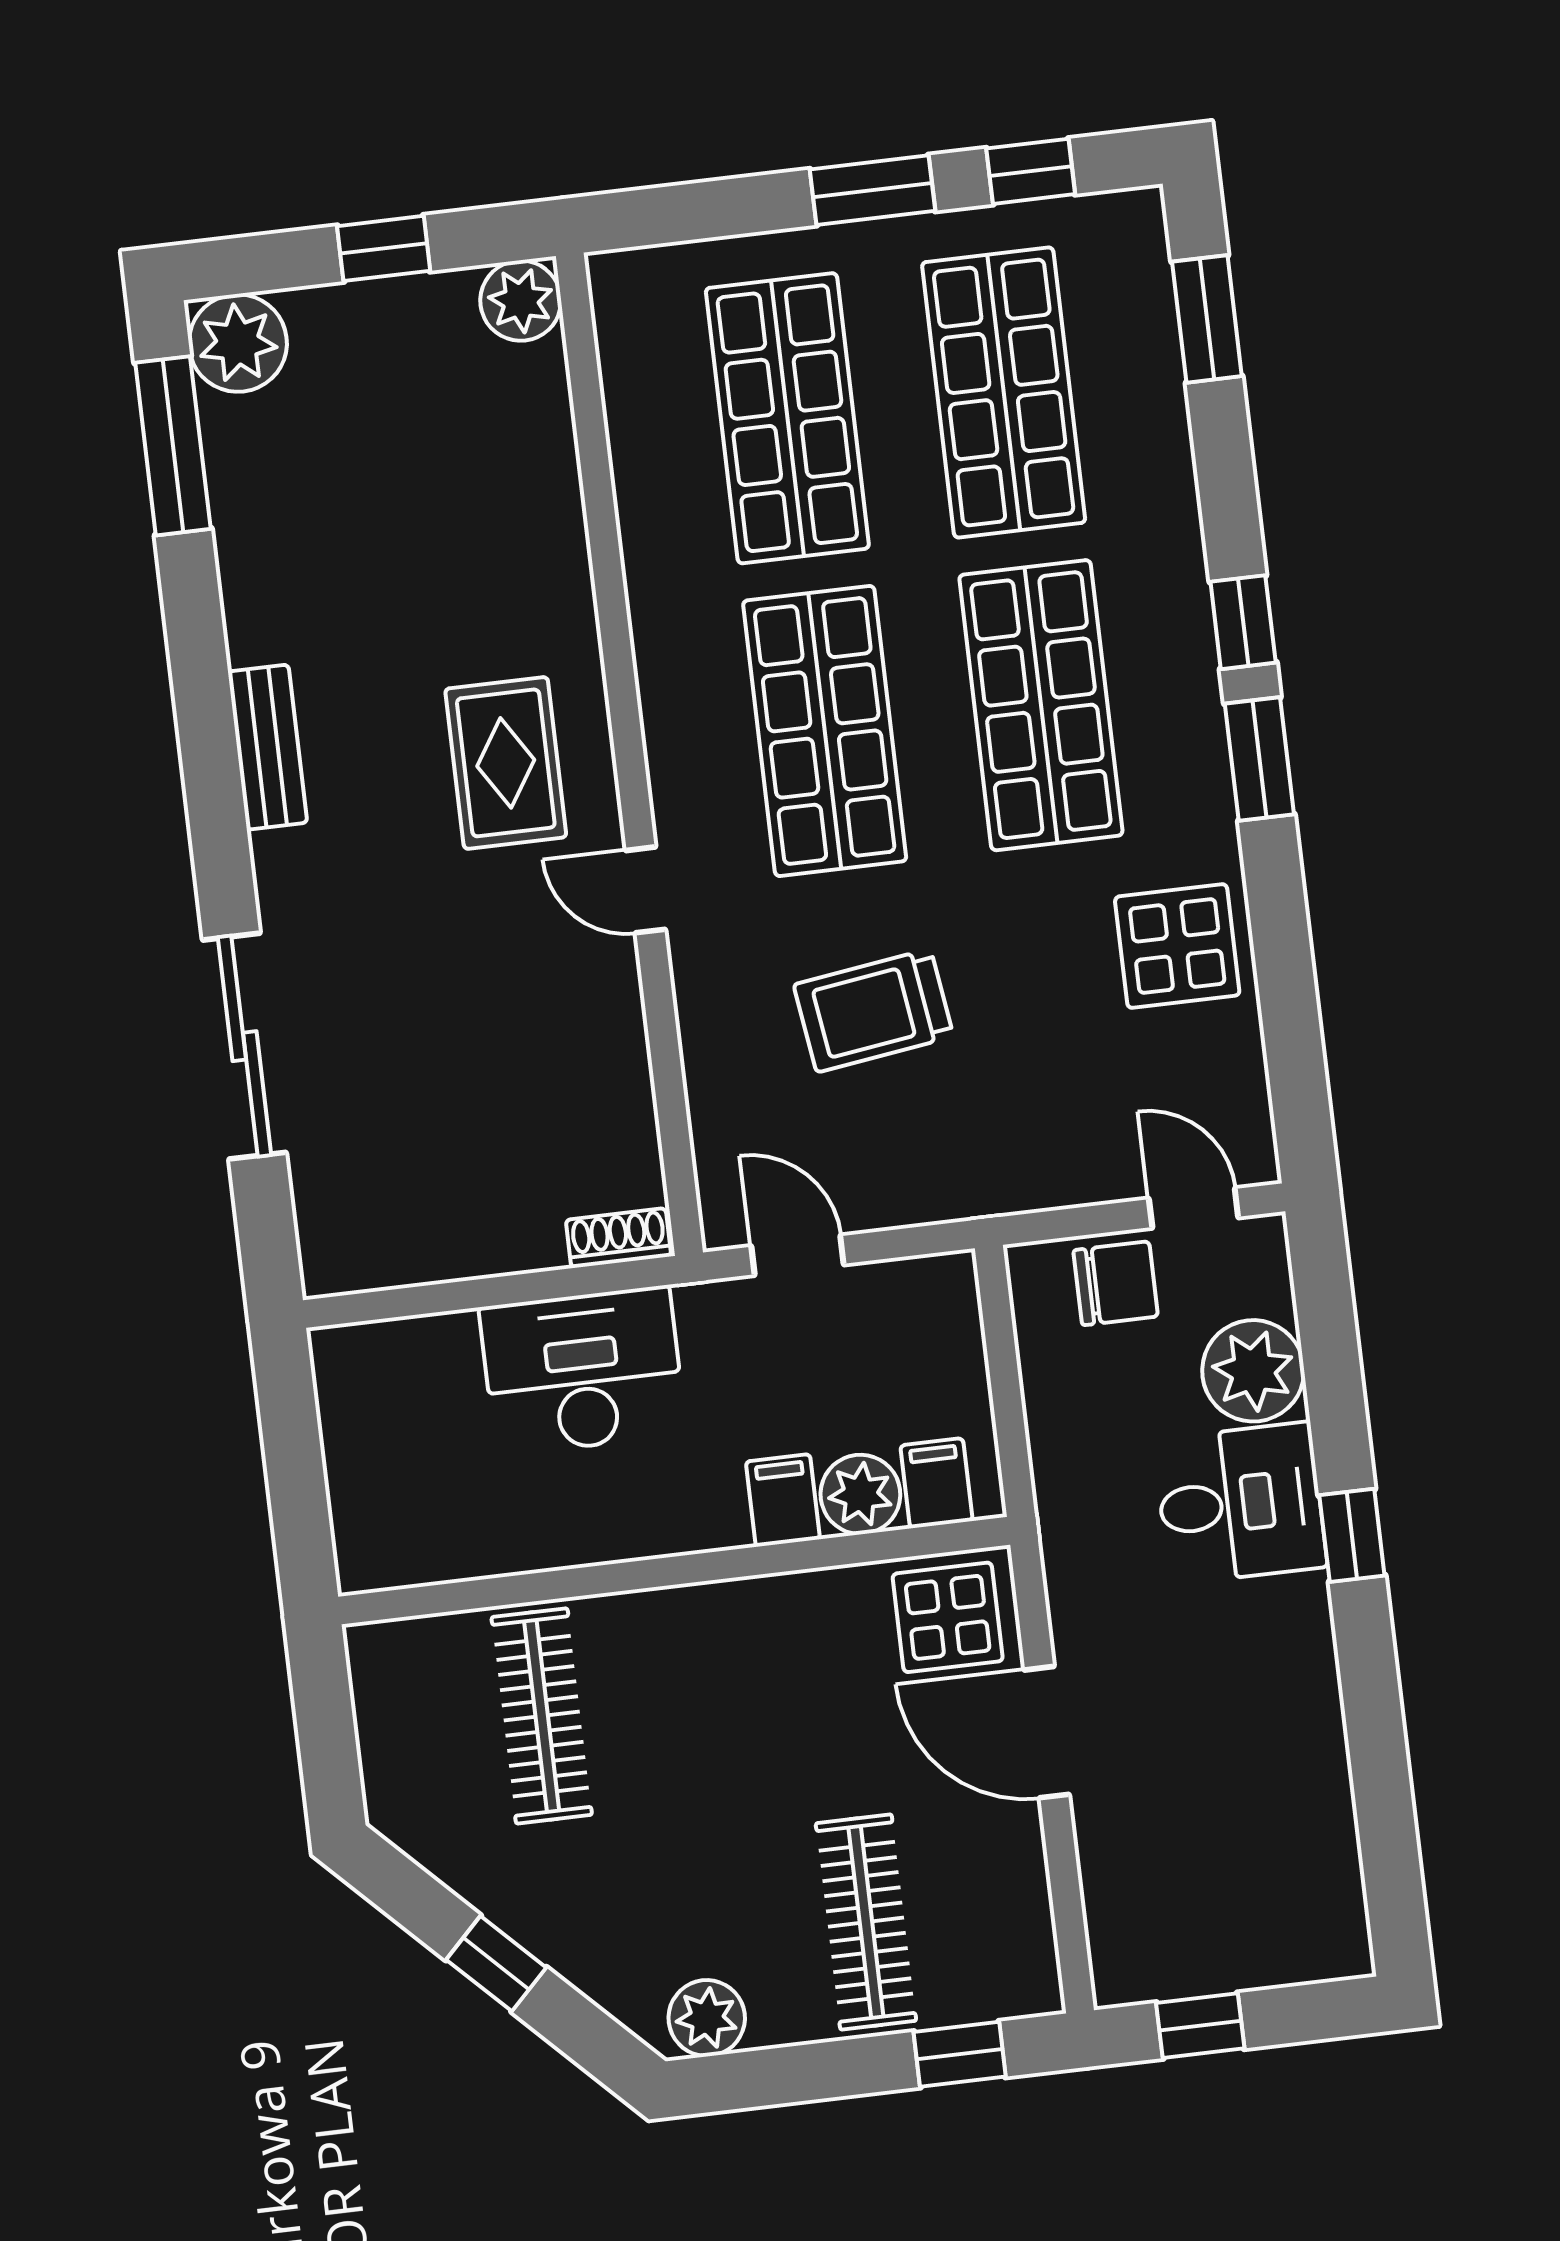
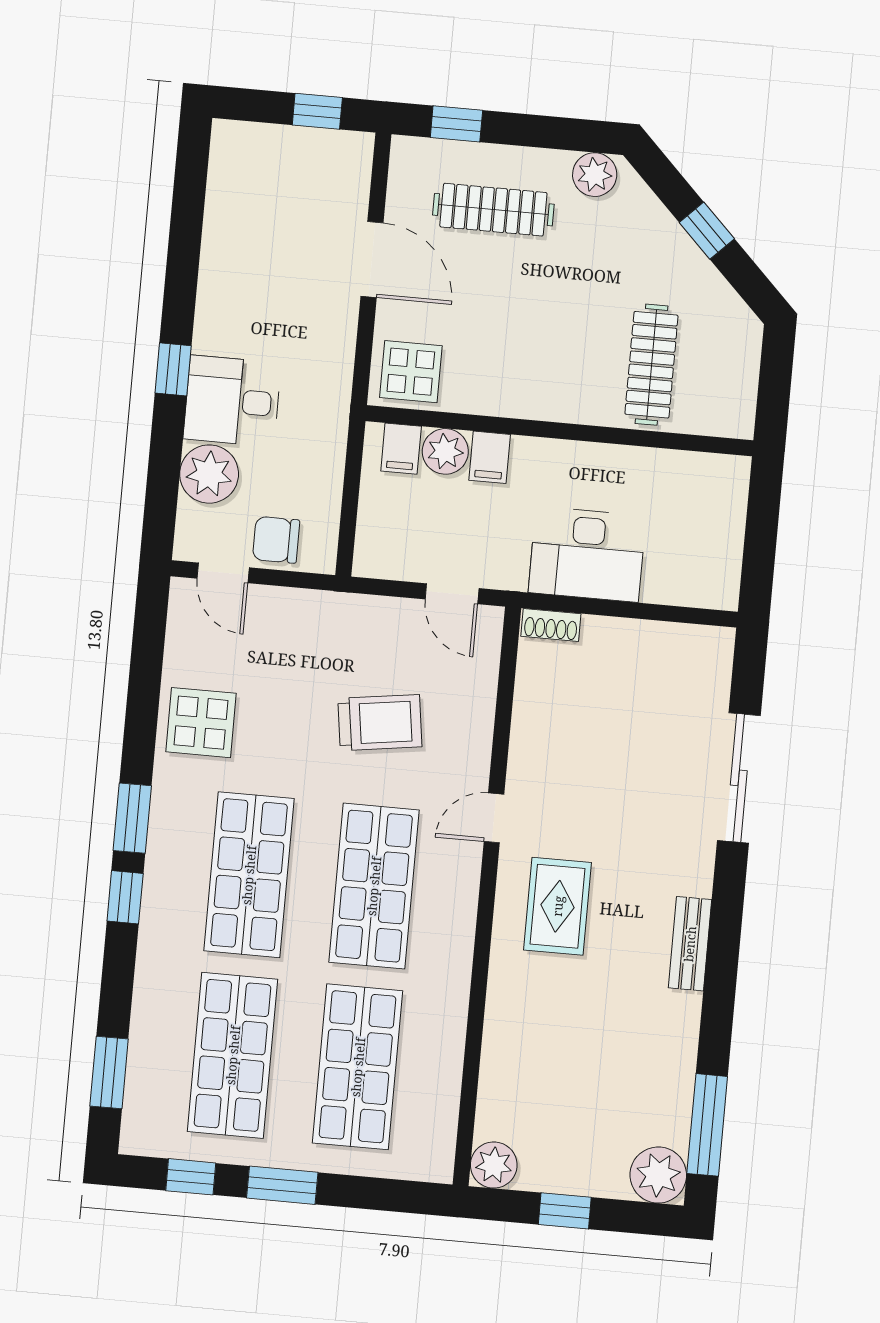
door: (646, 890) -> (494, 818), swing flipped
door: (1047, 1732) -> (372, 260), moved
clothes rail: (866, 1922) -> (493, 210), turned 90

